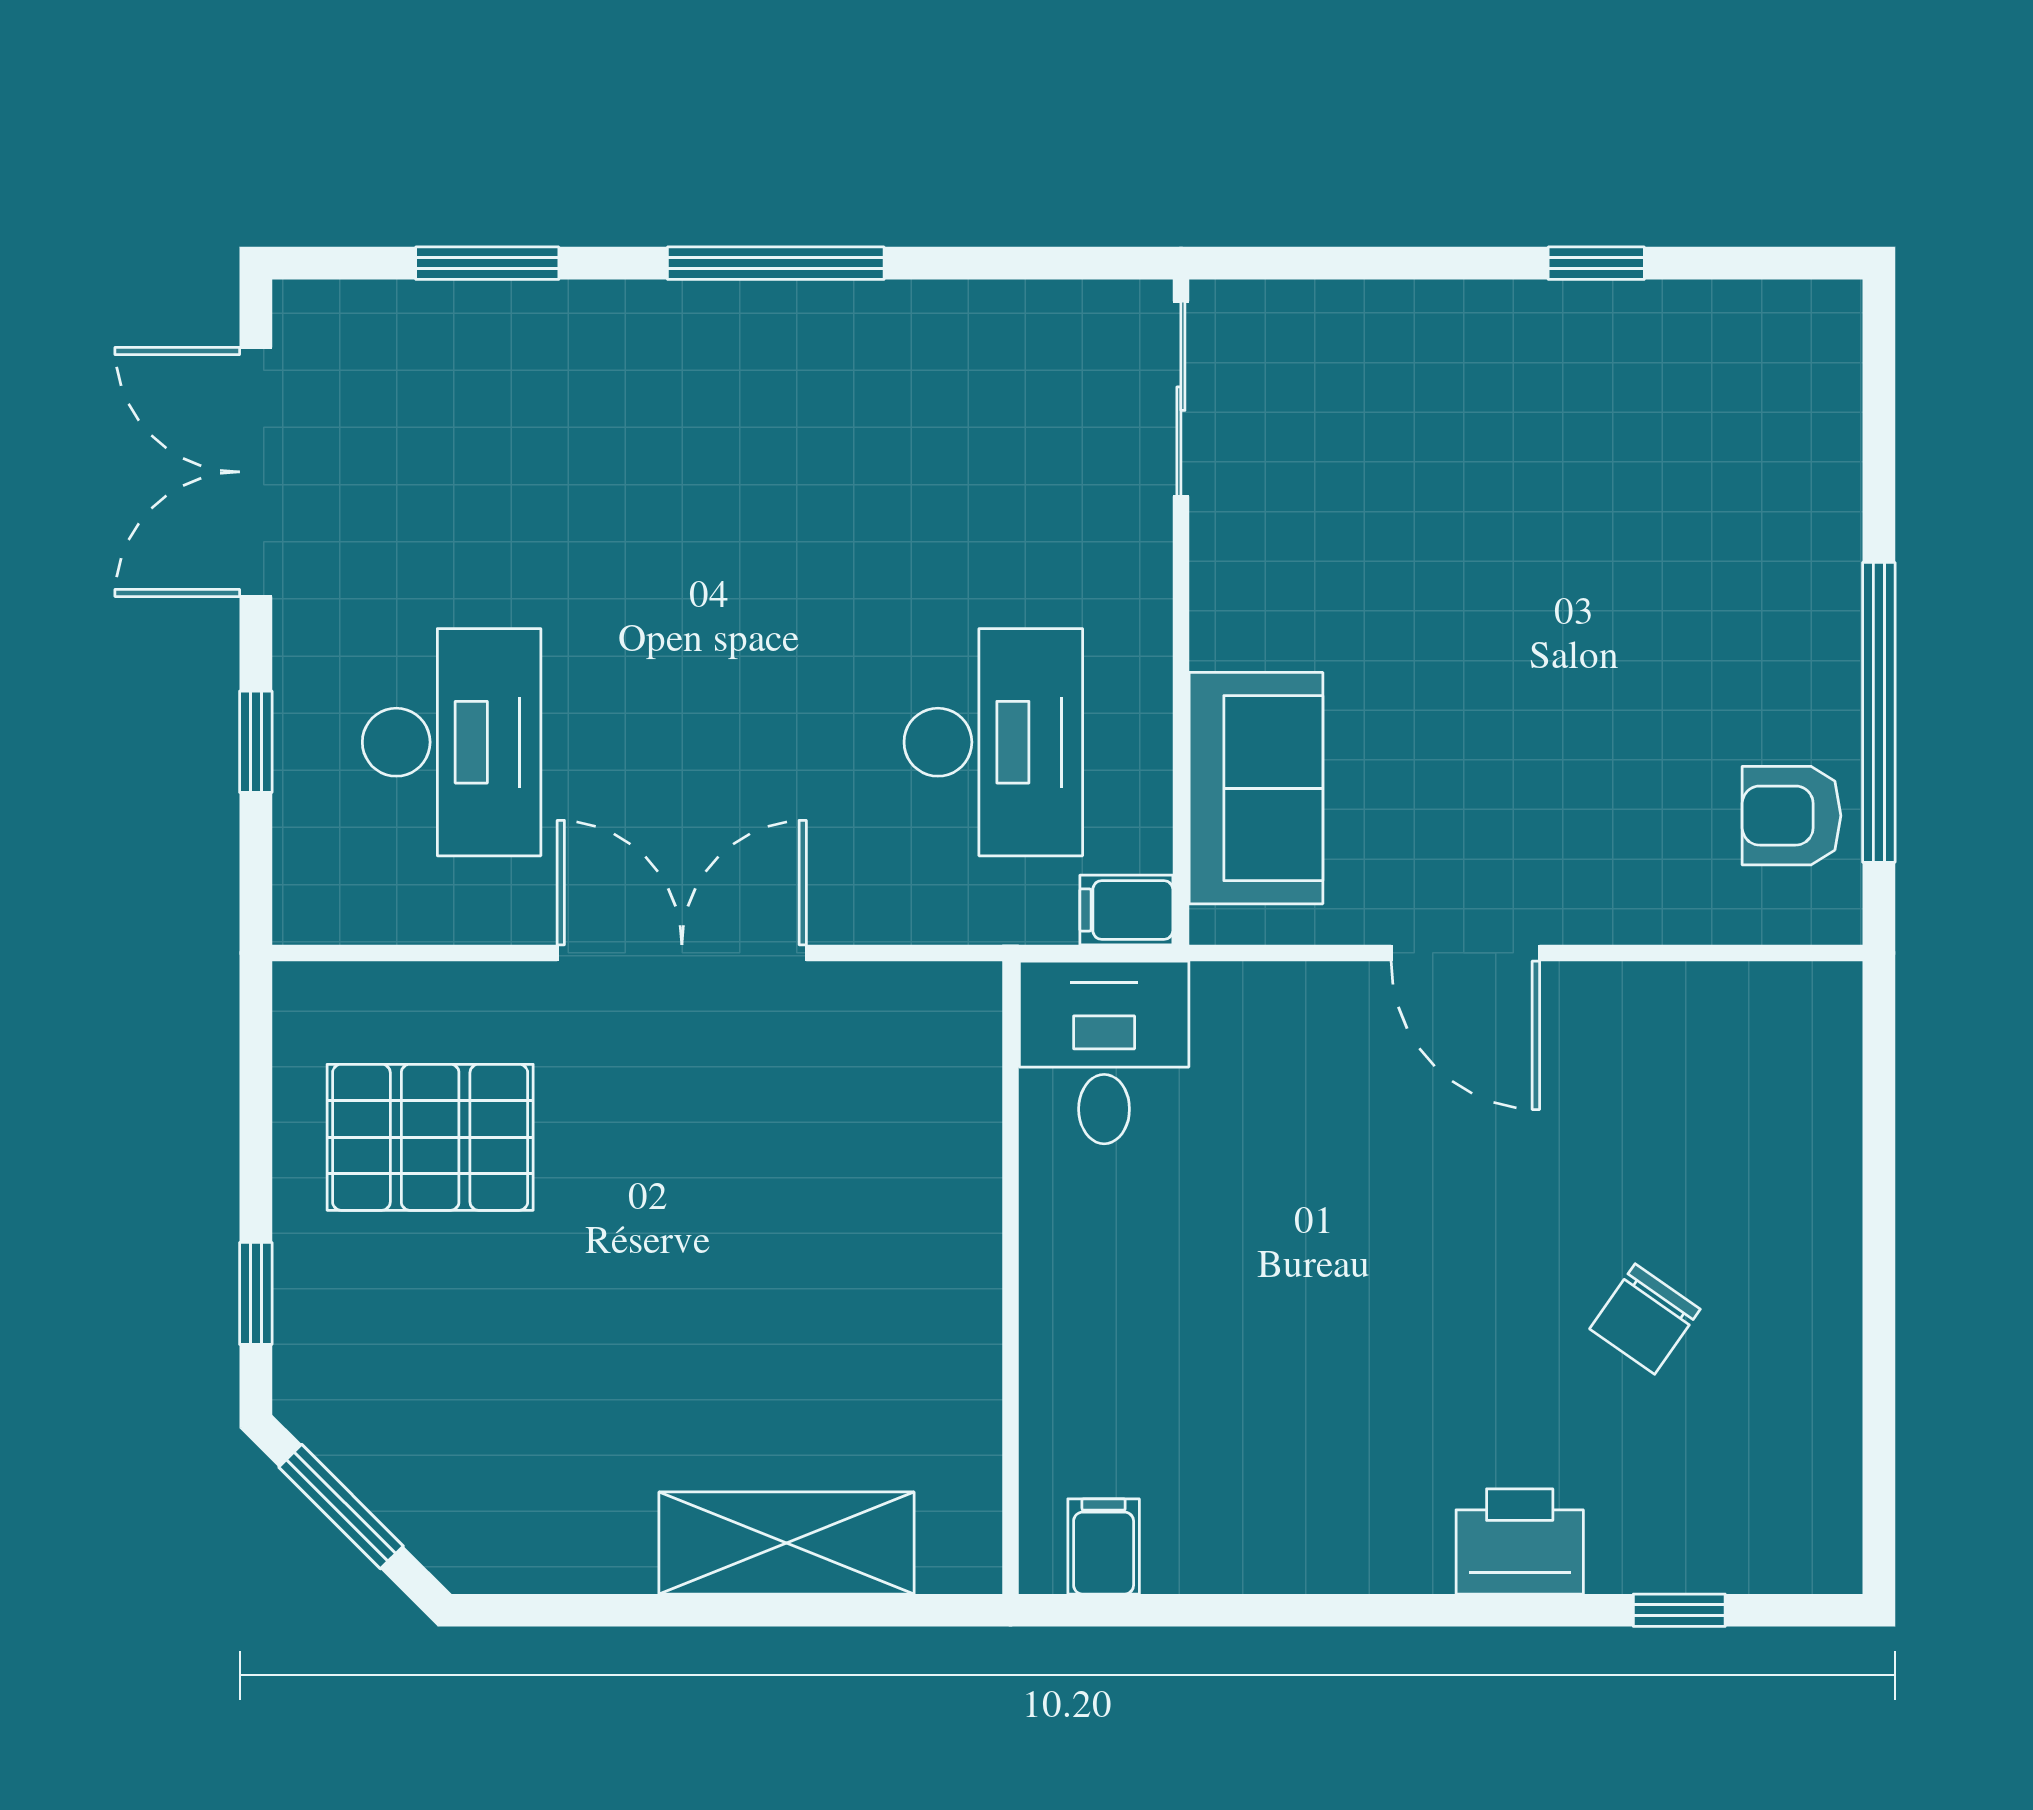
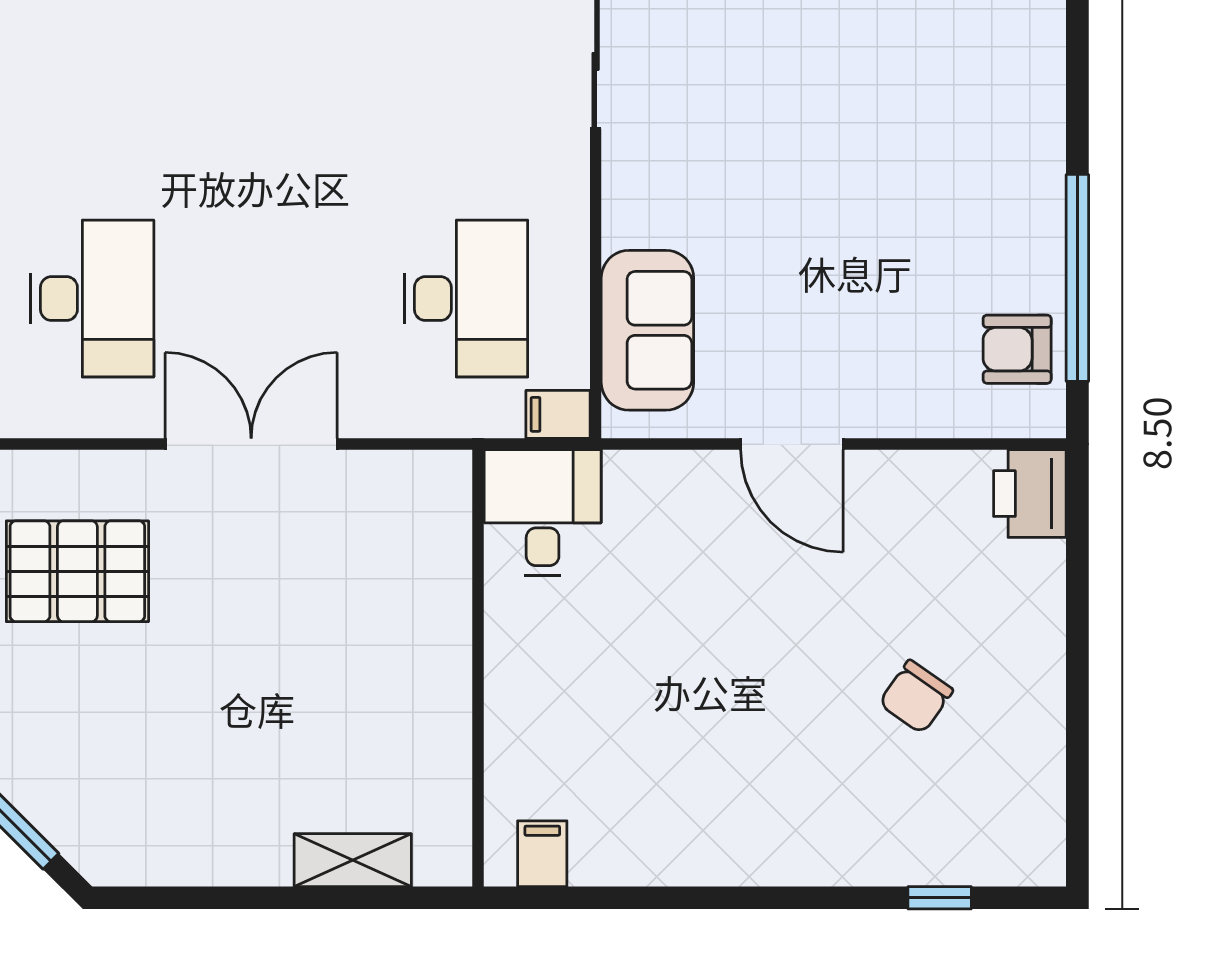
printer: (1520, 1541) -> (1030, 494), moved, turned -90
shelving: (786, 1543) -> (353, 860), width x0.67, depth x0.75

